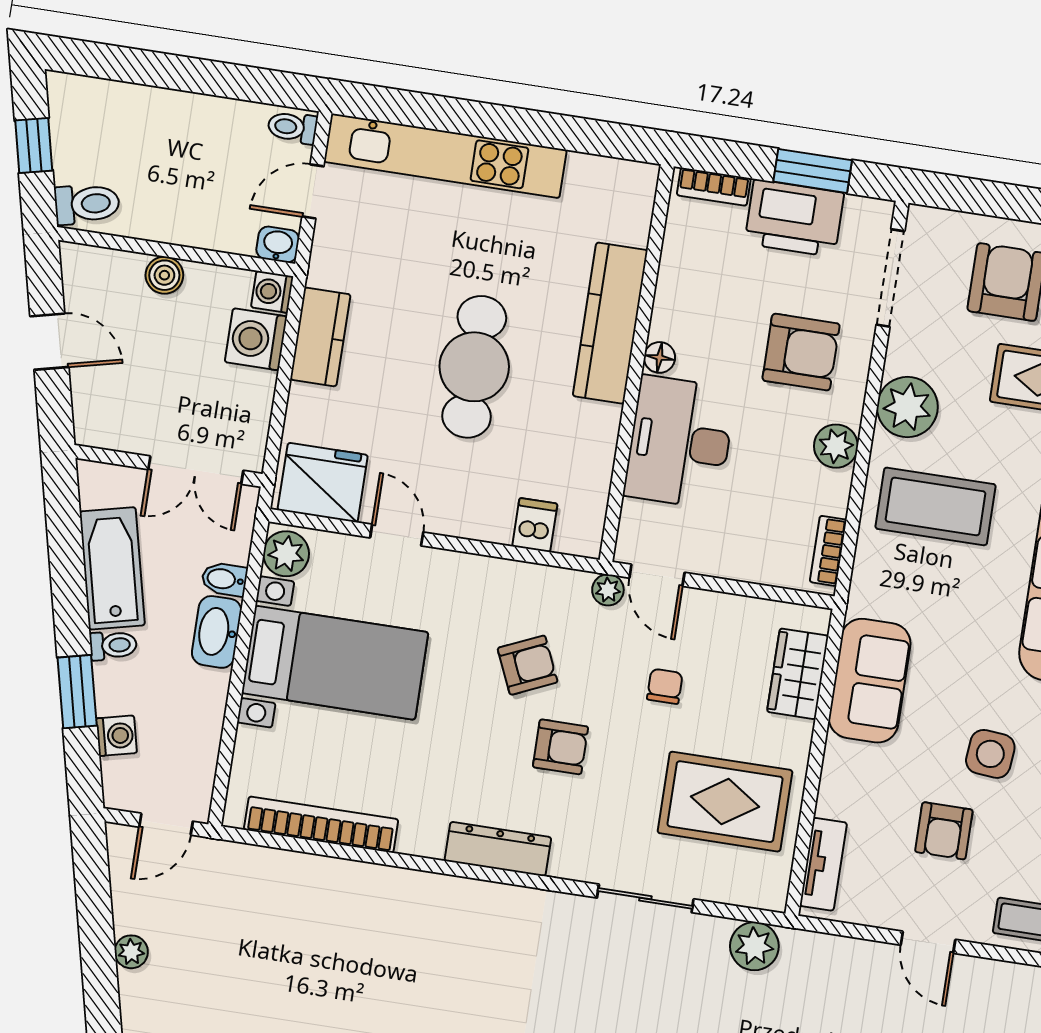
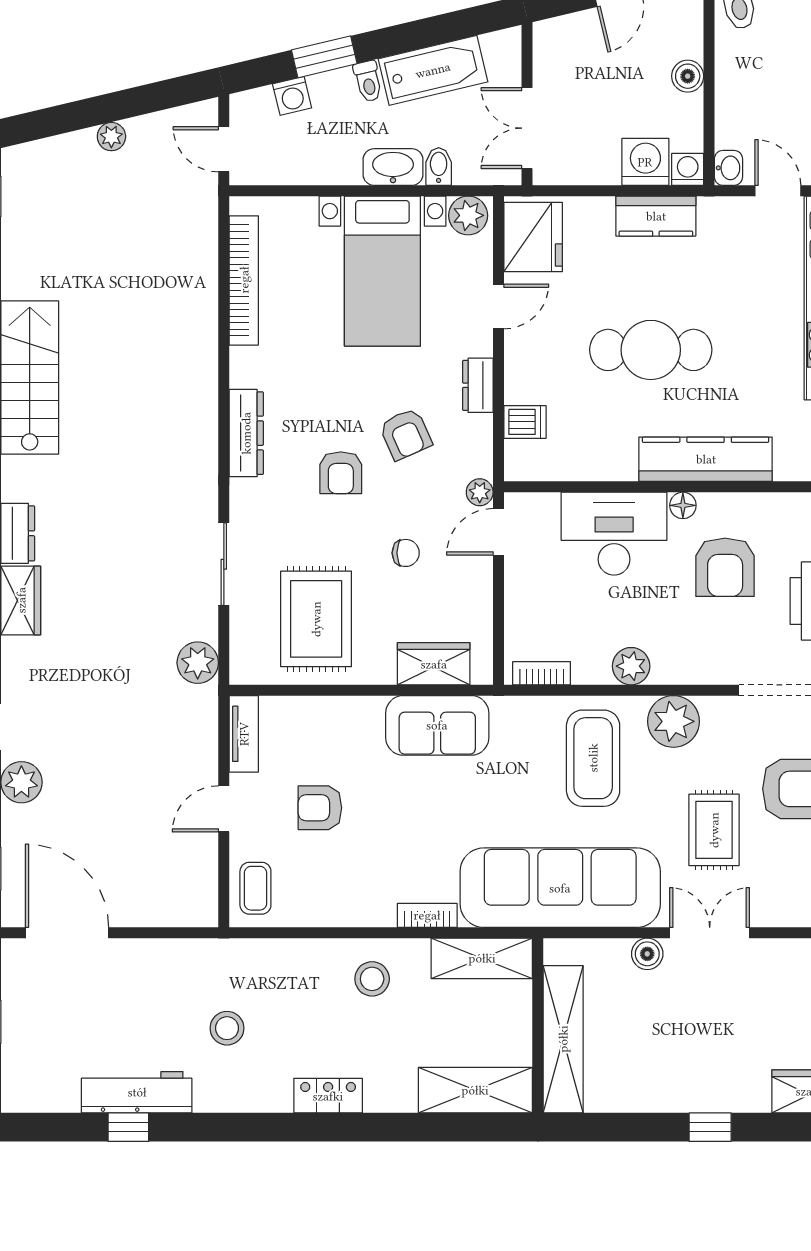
armchair: (801, 352) -> (725, 567), moved
dresser: (484, 573) -> (478, 385), added
side table: (990, 754) -> (391, 837), removed
tv unit: (823, 864) -> (244, 734), moved, turned -90

